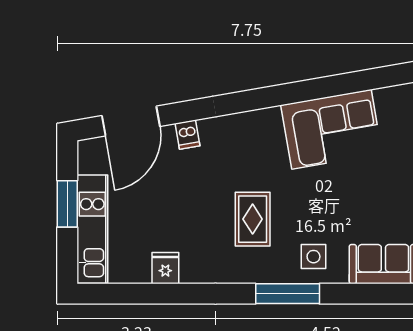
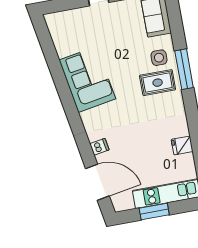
corner sofa: (331, 129) -> (87, 79), moved
rug: (253, 219) -> (158, 83), moved

